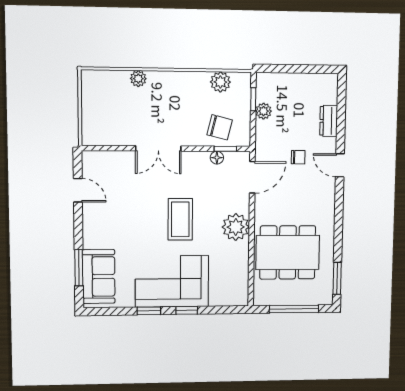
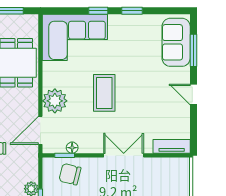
tv unit: (103, 159) -> (172, 146), added
door: (78, 190) -> (193, 95), moved
plant: (236, 227) -> (55, 101), moved
corner sofa: (172, 281) -> (75, 37), moved

